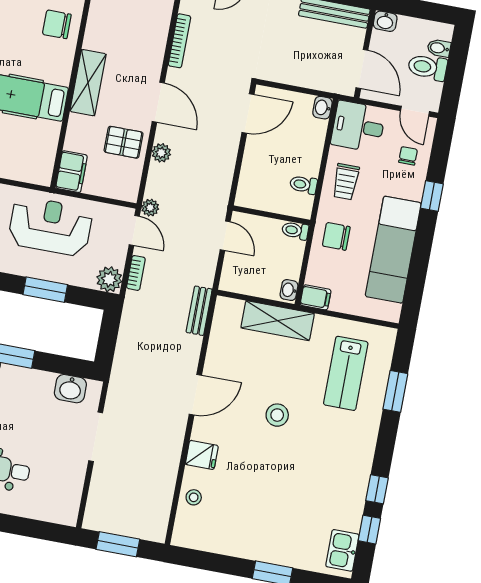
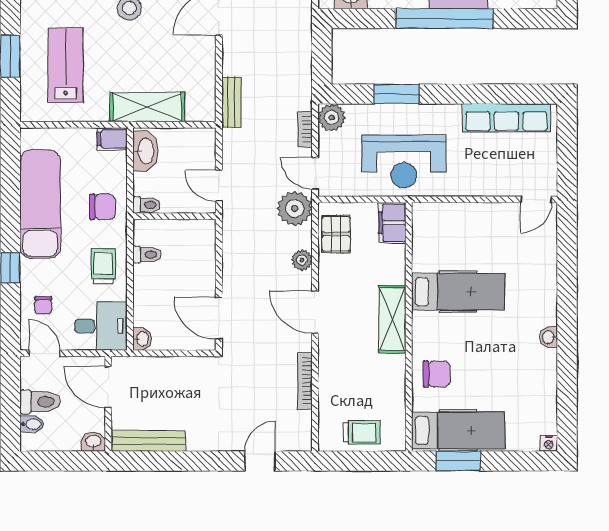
door: (248, 114) -> (219, 318), hinge flipped
pallet: (124, 142) -> (336, 234), moved, turned 90
plant: (150, 208) -> (295, 209), width x1.88, depth x1.88
washbasin: (289, 290) -> (145, 151), width x1.91, depth x1.45

